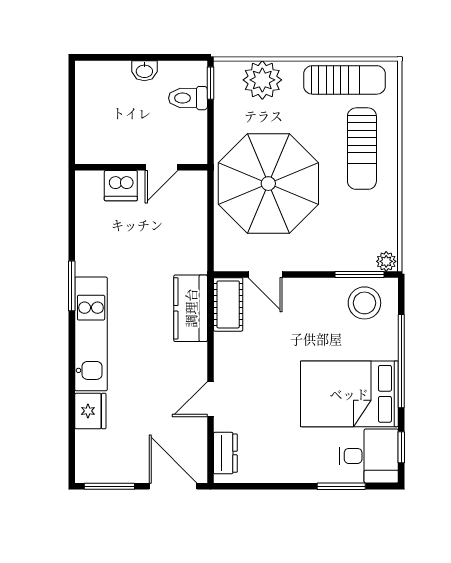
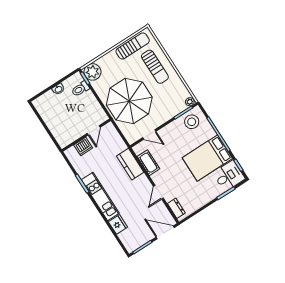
plant: (262, 80) -> (92, 72), moved
wall: (141, 167) -> (86, 135), moved
door: (162, 167) -> (94, 130), moved
dishwasher: (121, 186) -> (83, 146), moved
cot: (228, 304) -> (148, 163), moved

